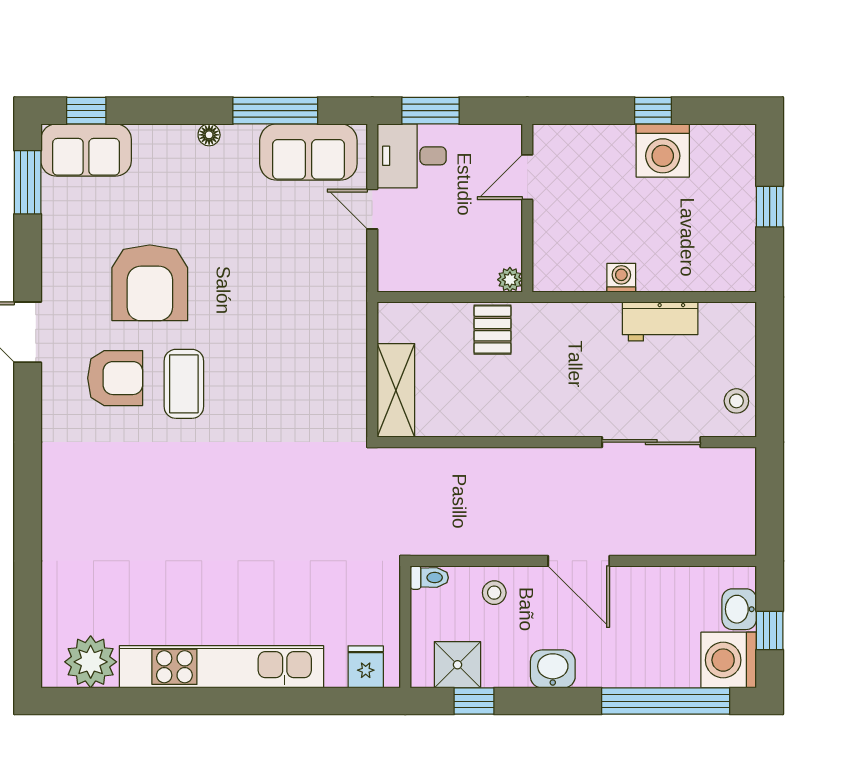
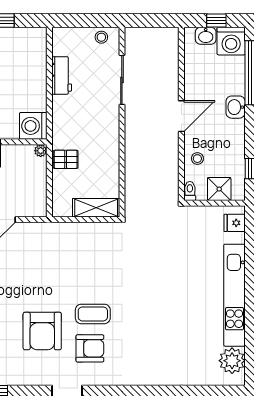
washing machine: (621, 278) -> (33, 126), moved, width x1.89, depth x1.89
armchair: (150, 283) -> (42, 331), turned 90
armchair: (115, 378) -> (90, 348), turned 90
shower: (457, 665) -> (219, 189), moved
washbasin: (553, 669) -> (236, 107), moved

